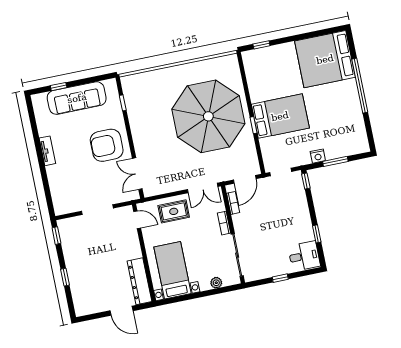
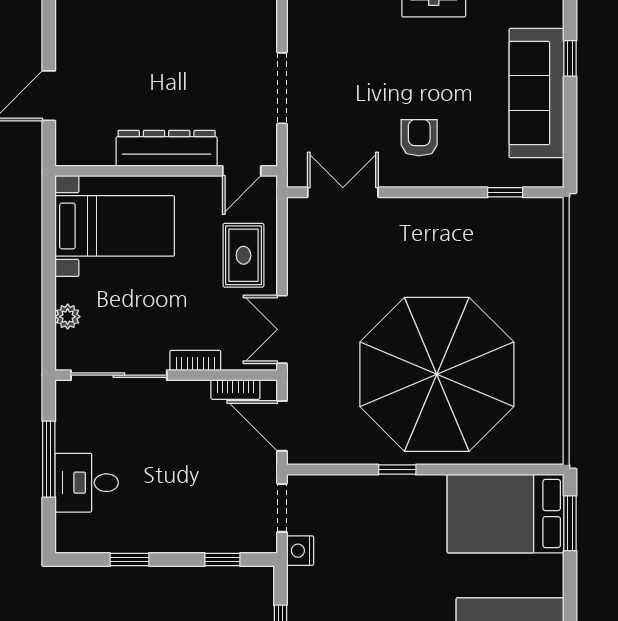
window: (261, 45) -> (570, 523), width x1.50
bed: (280, 116) -> (506, 514), moved, turned 90
armchair: (107, 145) -> (419, 138), width x0.53, depth x0.53
nightstand: (318, 156) -> (300, 551), moved
window: (306, 181) -> (222, 559), moved
desk: (304, 256) -> (87, 483), moved, turned 90
window: (280, 278) -> (49, 459), width x2.17
dresser: (139, 281) -> (167, 148), moved

